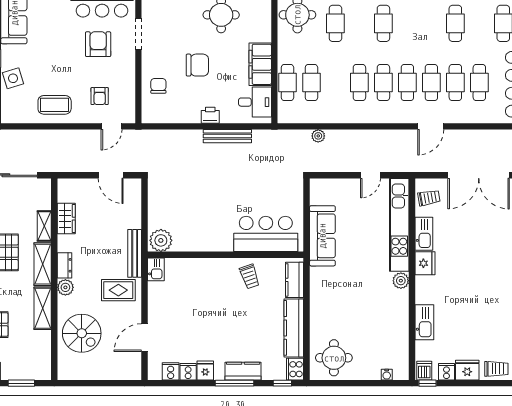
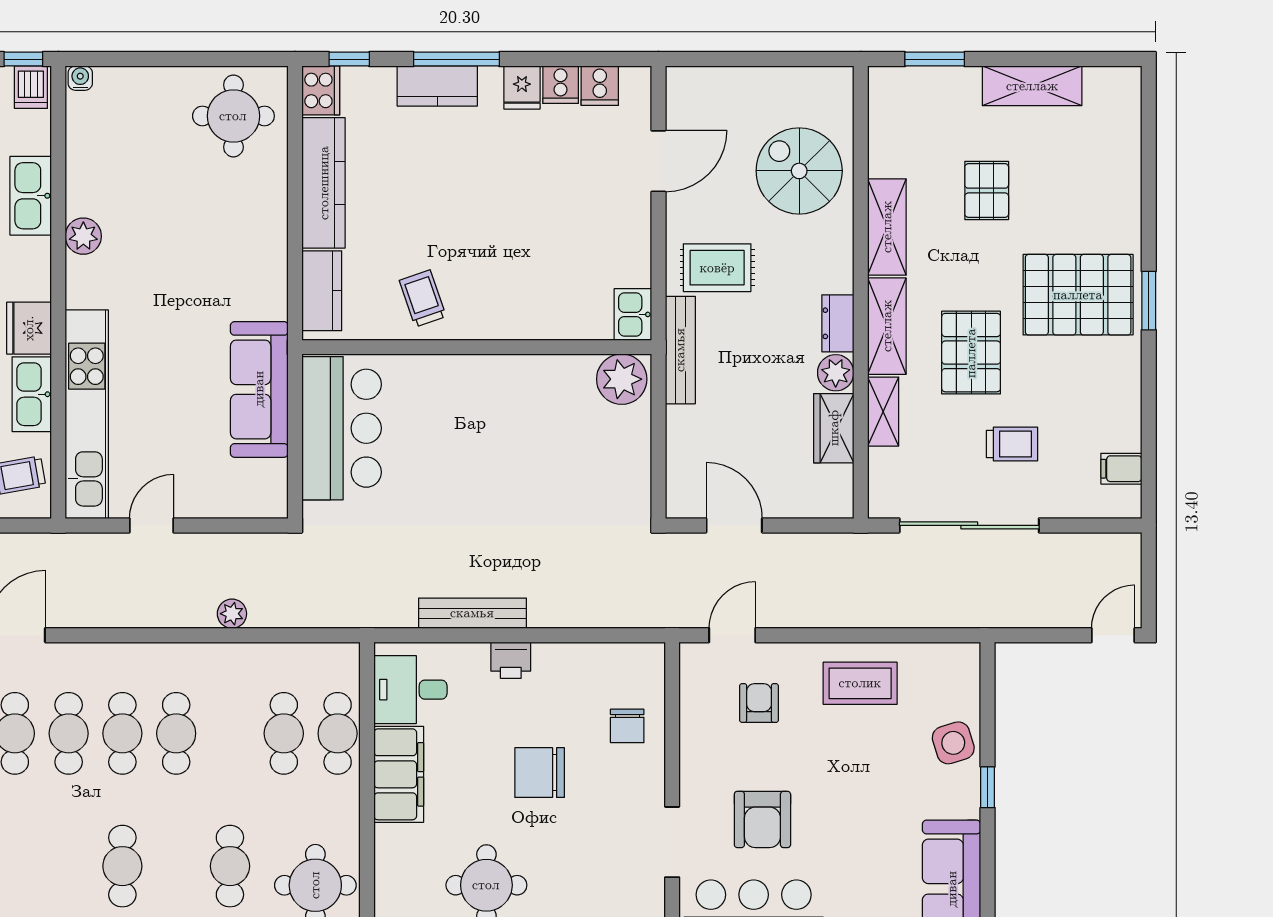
plant: (318, 136) -> (232, 614), moved
bar counter: (266, 234) -> (342, 428), moved, turned -90
plant: (401, 281) -> (83, 236), moved
plant: (65, 287) -> (836, 373), moved
water cooler: (387, 375) -> (80, 78), moved

